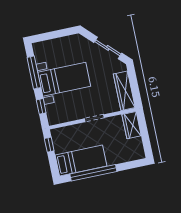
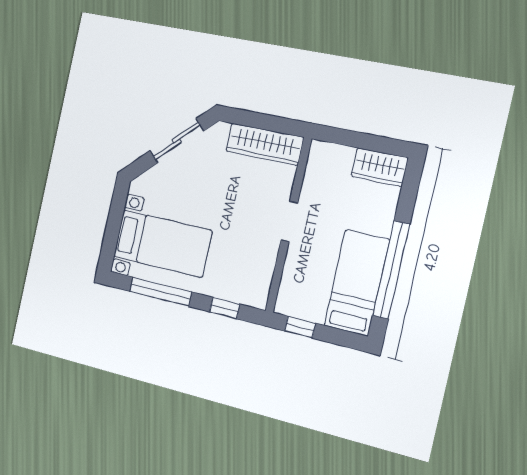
bed with nightstands: (64, 79) -> (162, 243), moved, turned 90
wardrobe: (132, 125) -> (380, 167), moved

